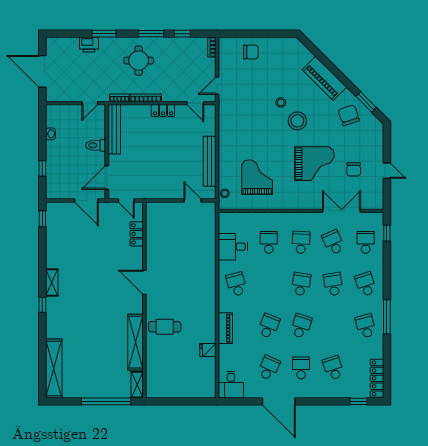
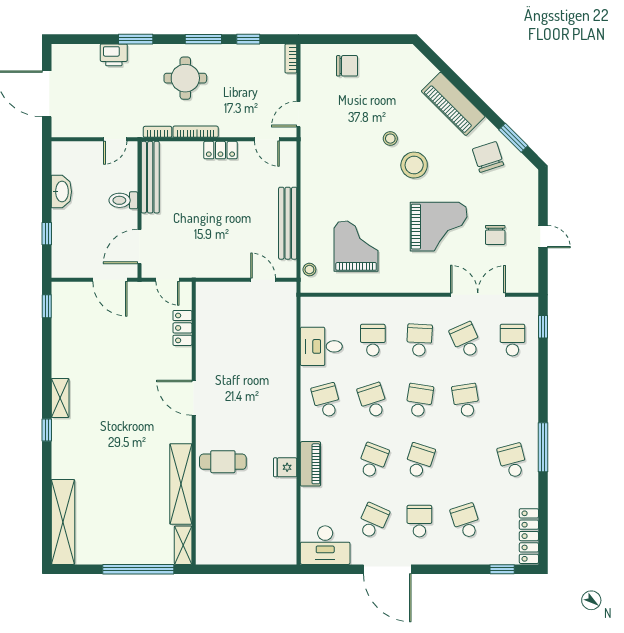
washbasin: (50, 134) -> (61, 192), width x1.91, depth x1.45
school desk: (366, 284) -> (373, 400), moved
fridge: (208, 350) -> (285, 467), moved
desk: (231, 385) -> (325, 545), width x1.37

